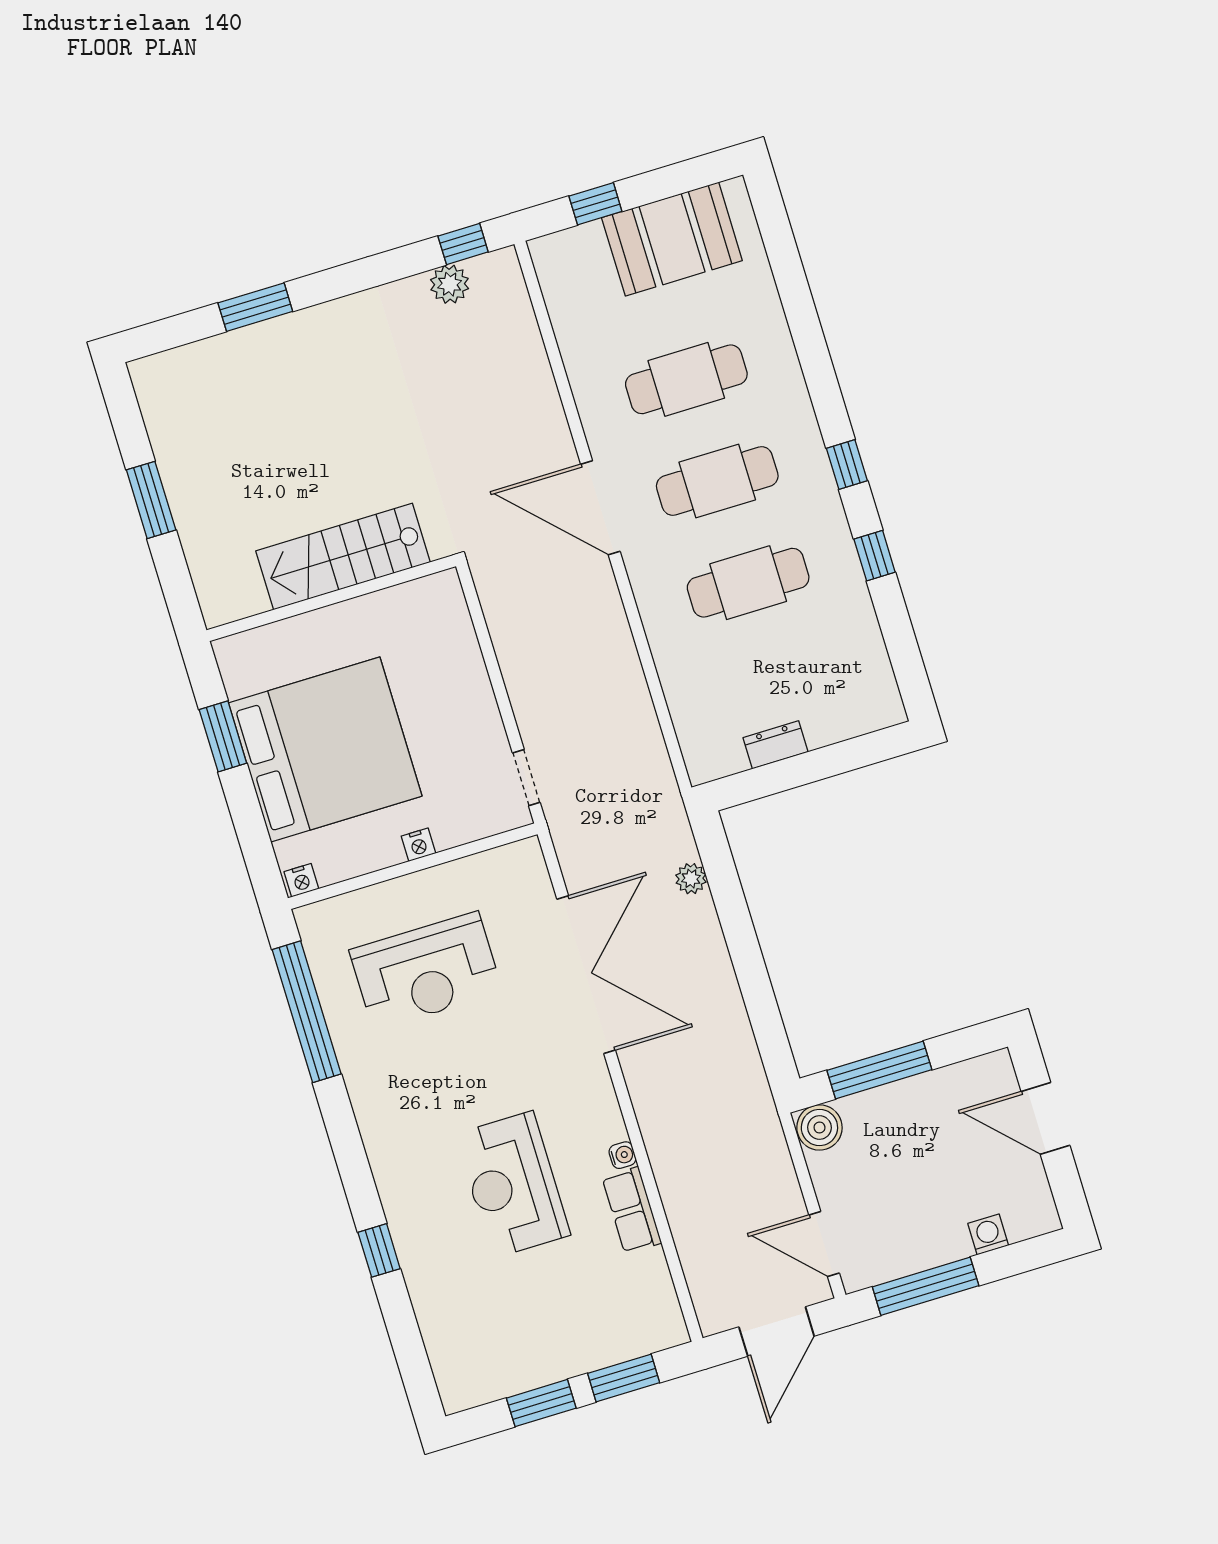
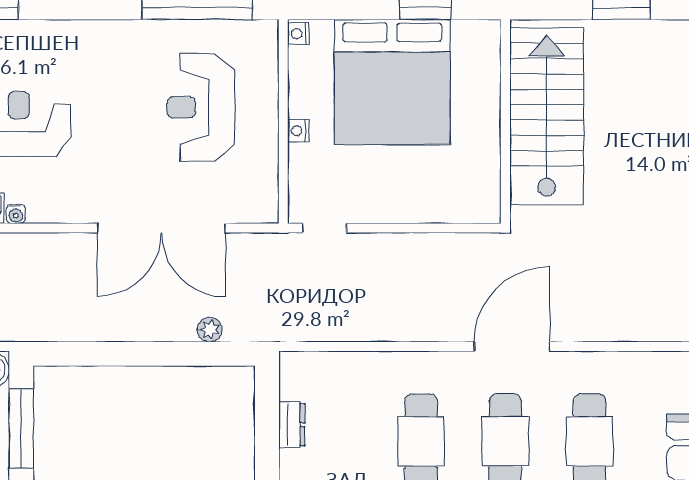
stairs: (343, 557) -> (547, 116), width x1.36, depth x1.51

